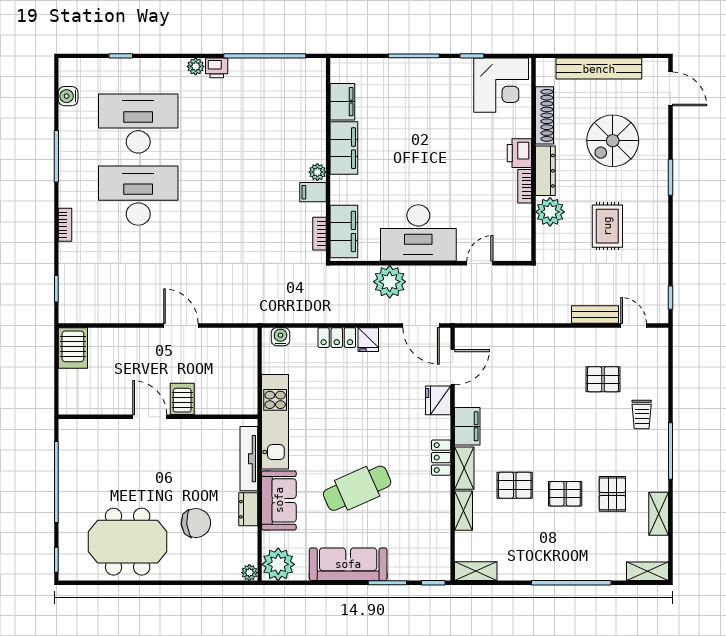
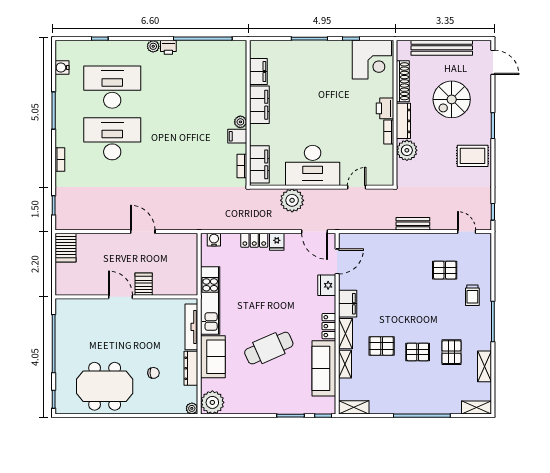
rug: (607, 226) -> (473, 156), moved, turned 90
bench: (595, 315) -> (413, 224), moved
dresser: (248, 509) -> (191, 368), width x1.44
chair: (196, 523) -> (153, 373), width x0.54, depth x0.54
sofa: (348, 564) -> (324, 368), moved, turned -90

